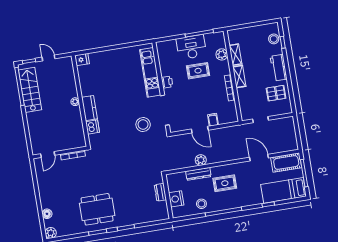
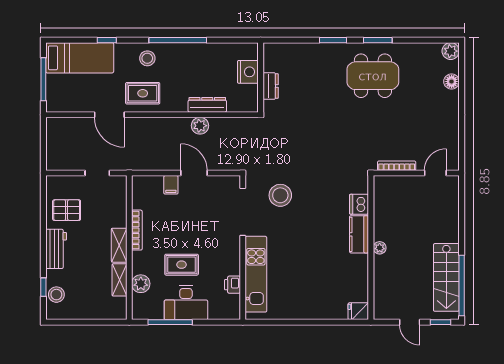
printer: (167, 82) -> (232, 285), moved
cot: (286, 163) -> (68, 100), removed
rug: (225, 183) -> (143, 93), moved
stool: (201, 204) -> (147, 58), moved

